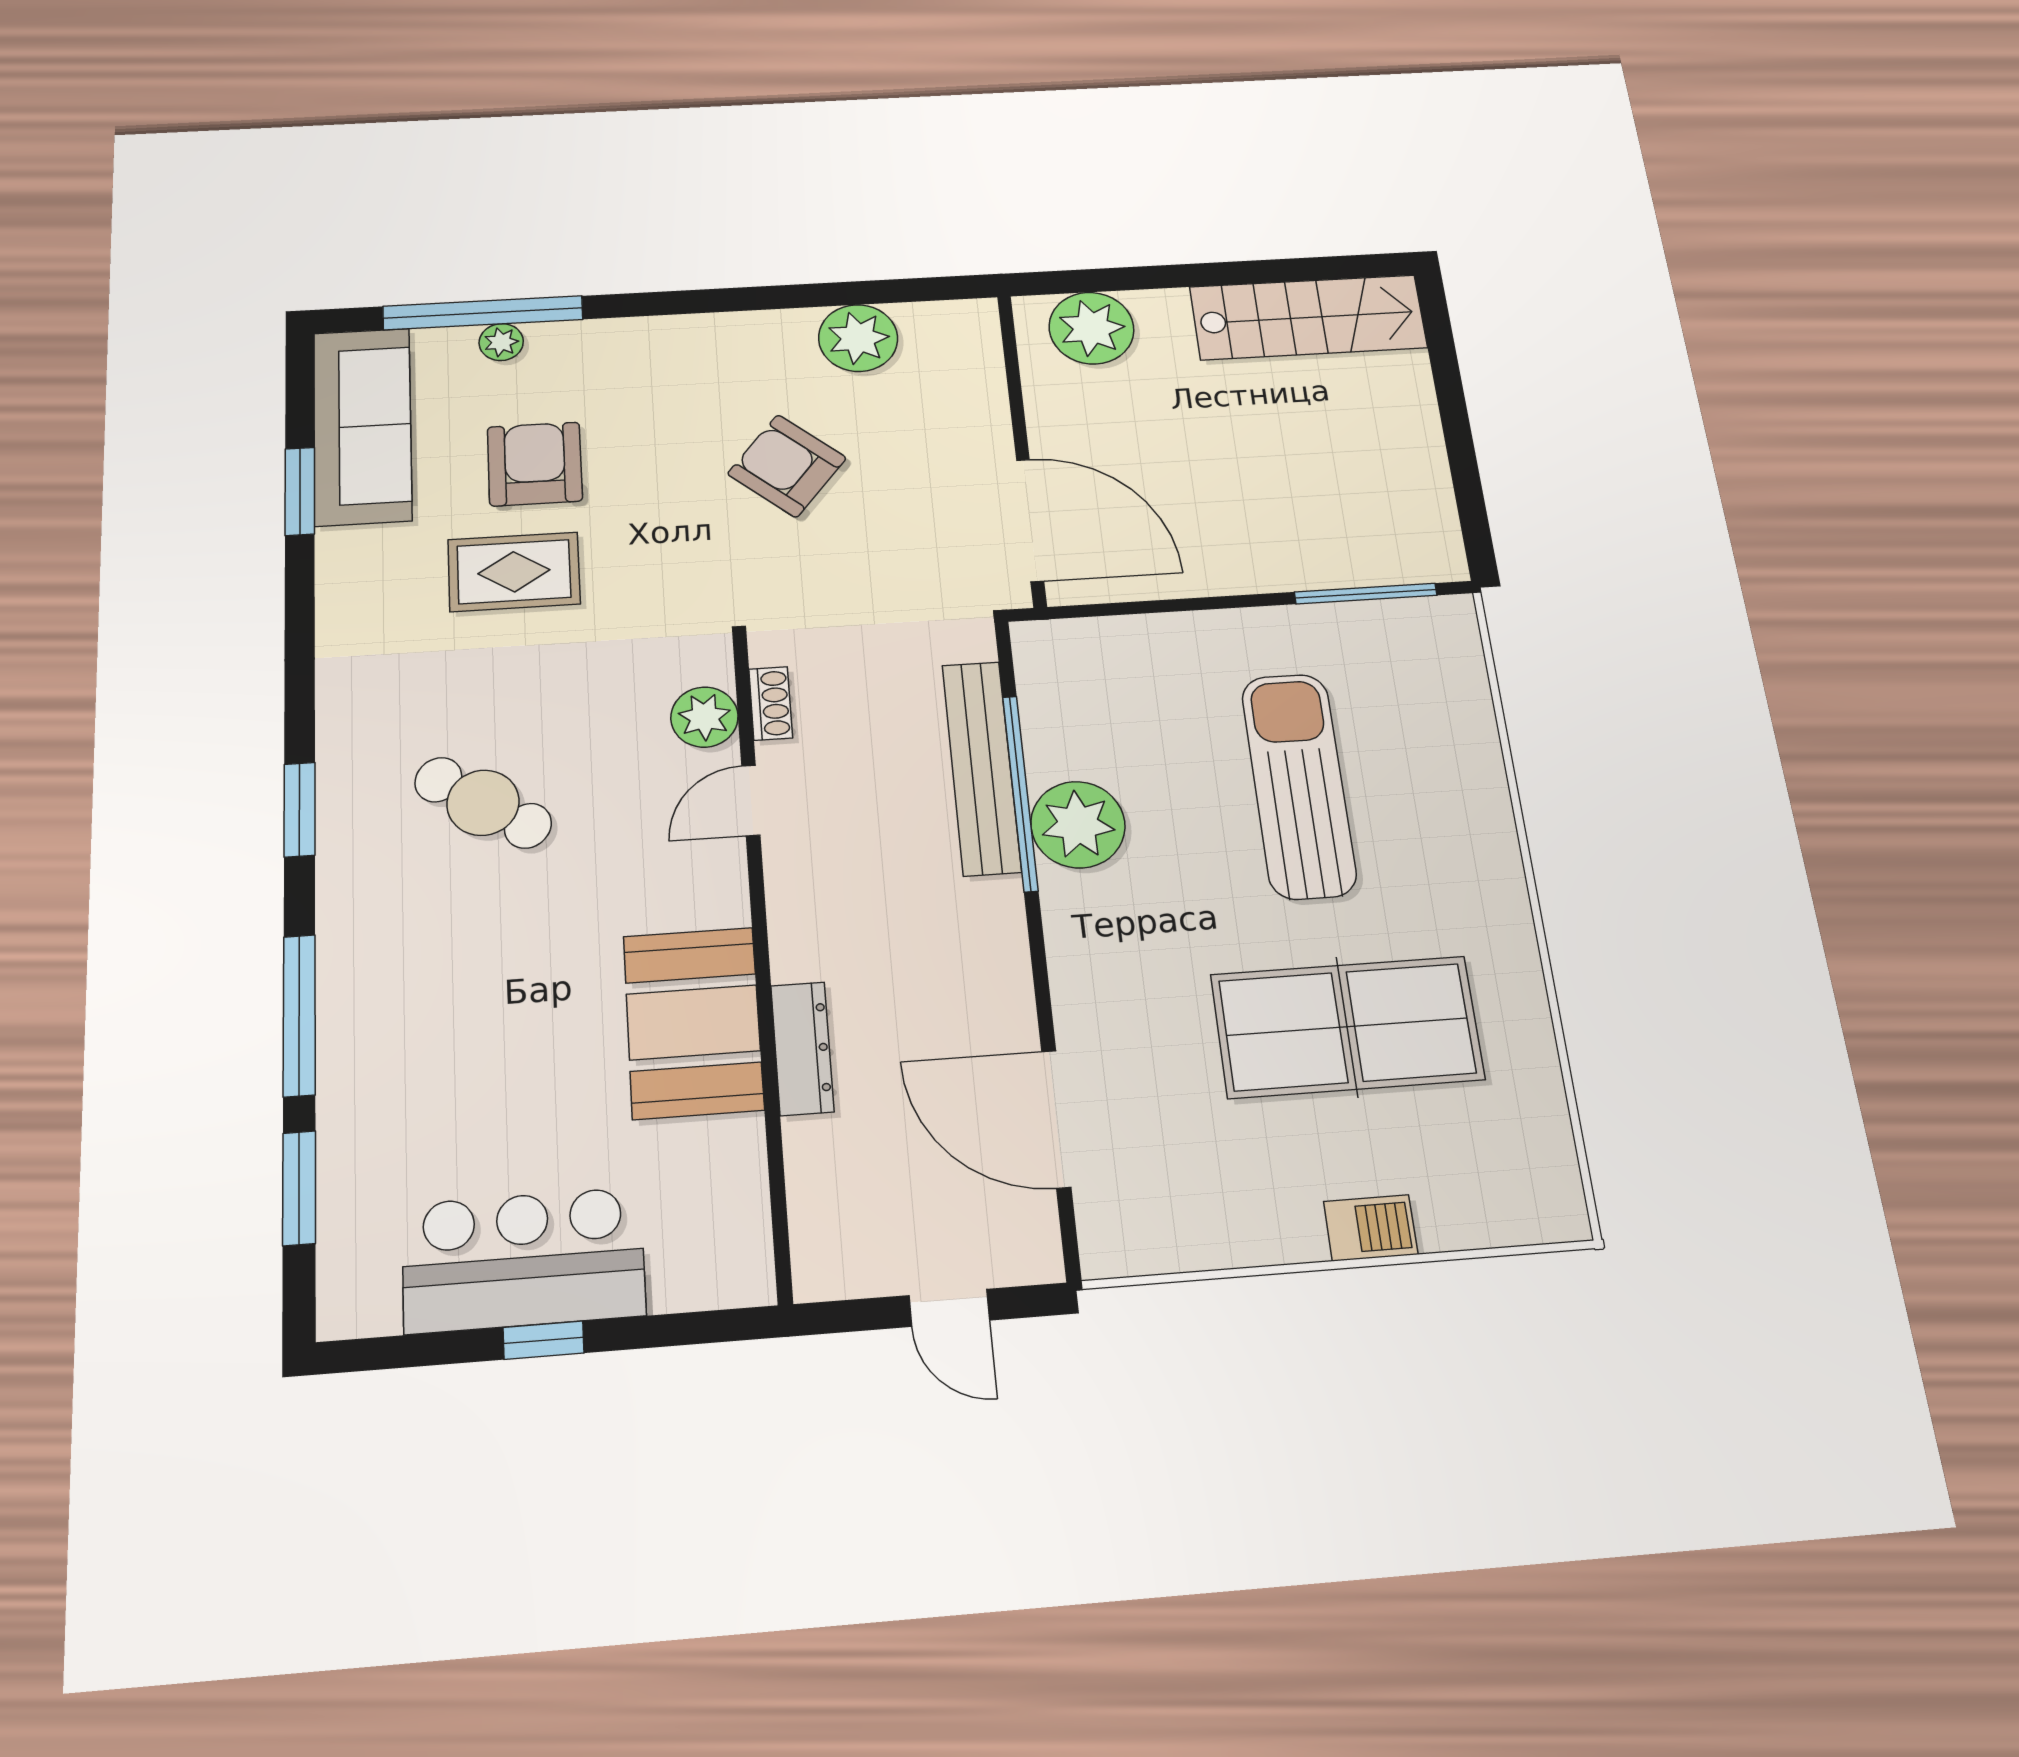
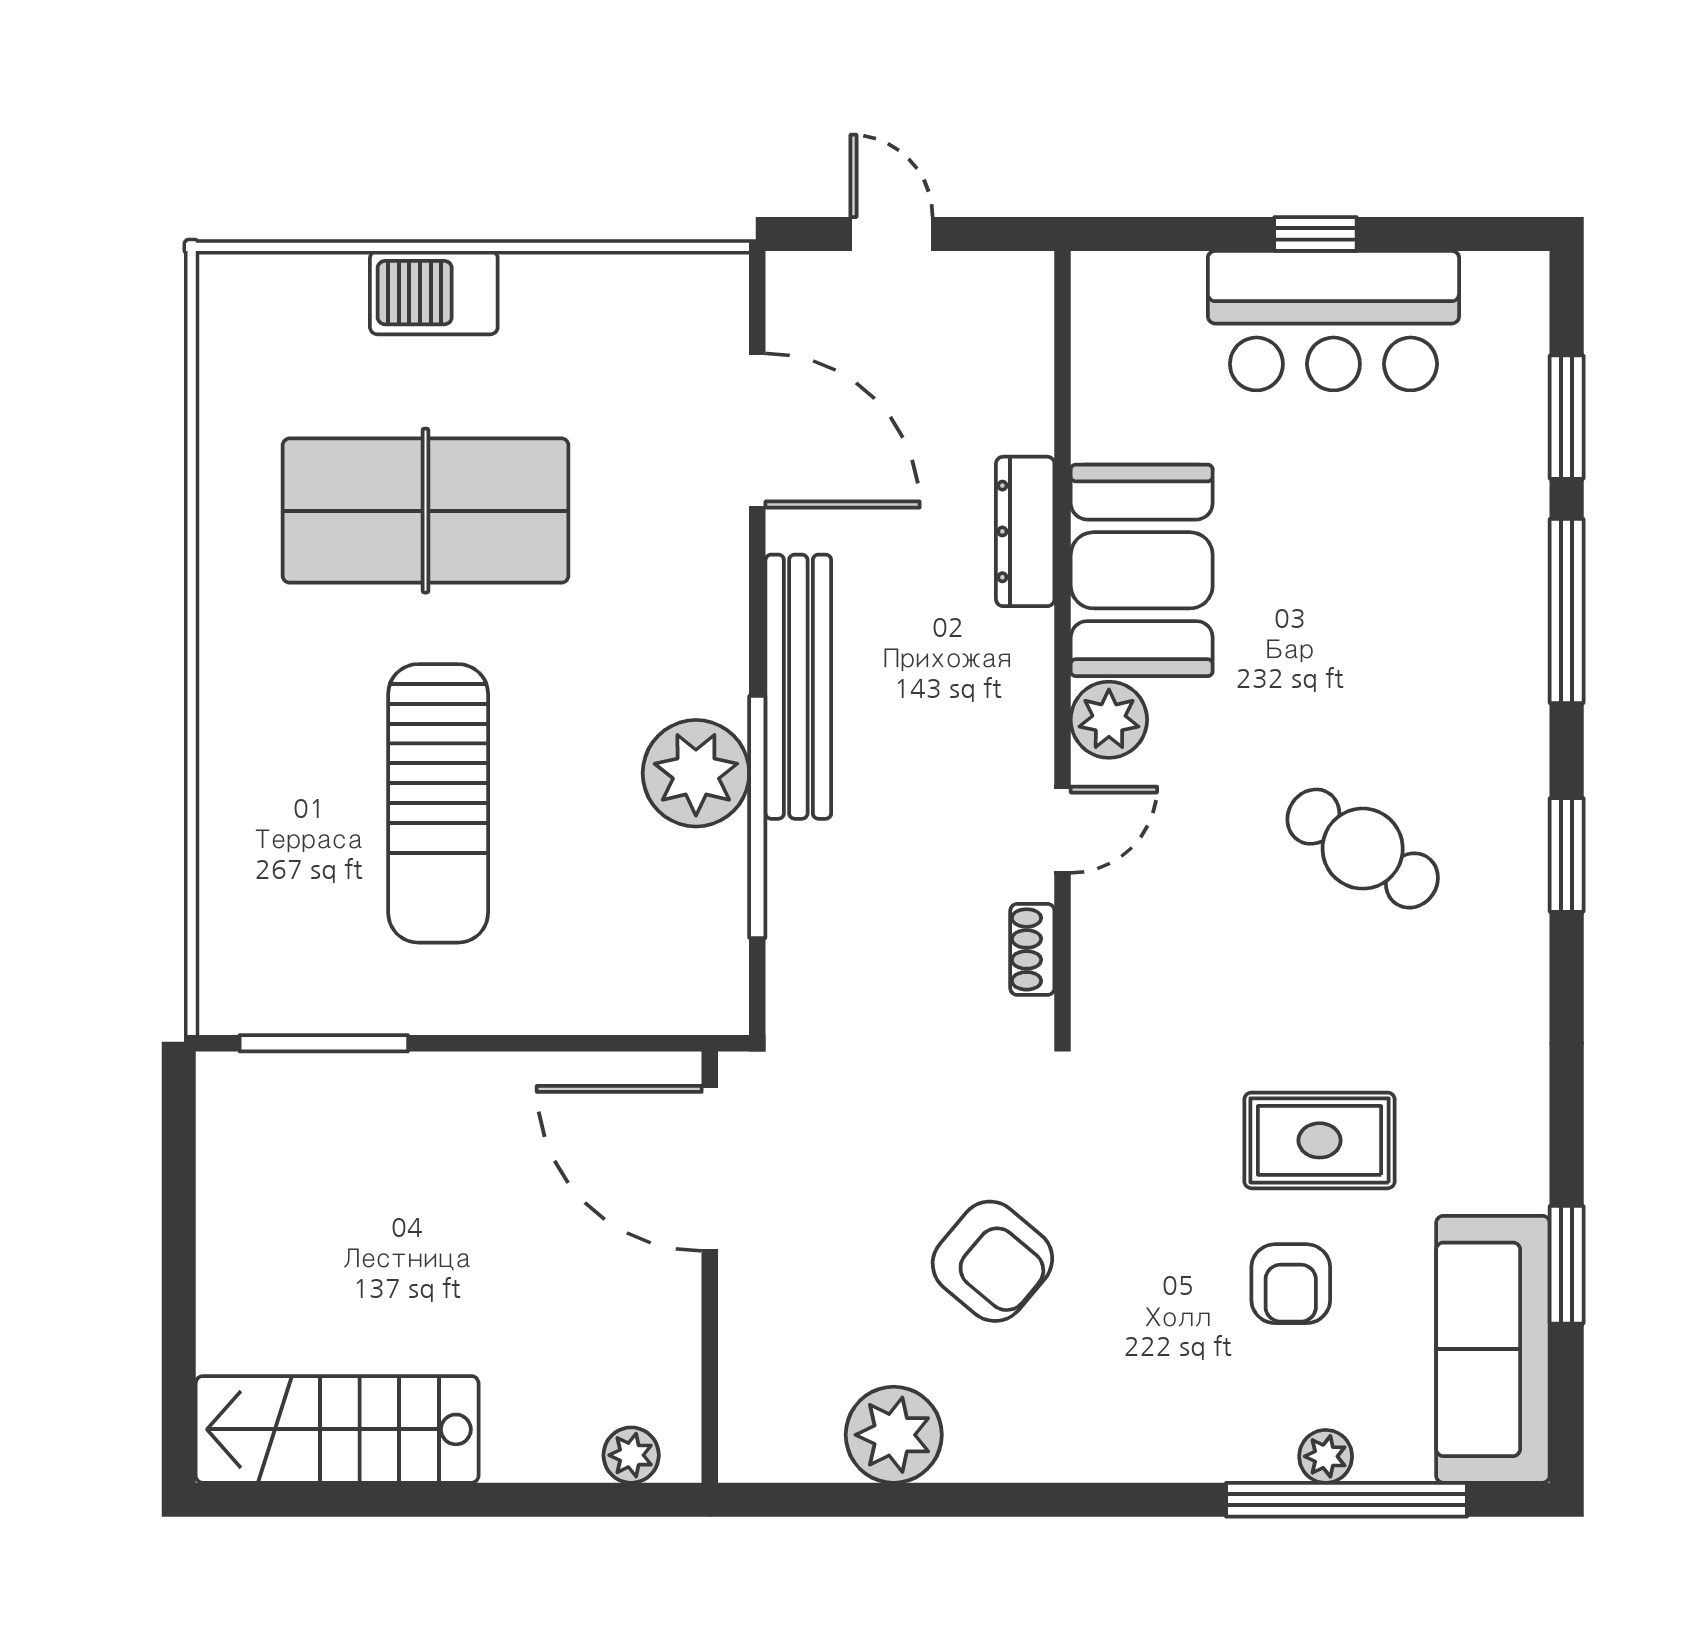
plant: (1091, 328) -> (631, 1455), width x0.53, depth x0.53
armchair: (535, 464) -> (1291, 1284), width x0.72, depth x0.72
plant: (704, 717) -> (1109, 720), moved
bench: (981, 767) -> (798, 687), moved
barbecue: (1371, 1228) -> (434, 293), width x1.38, depth x1.27

